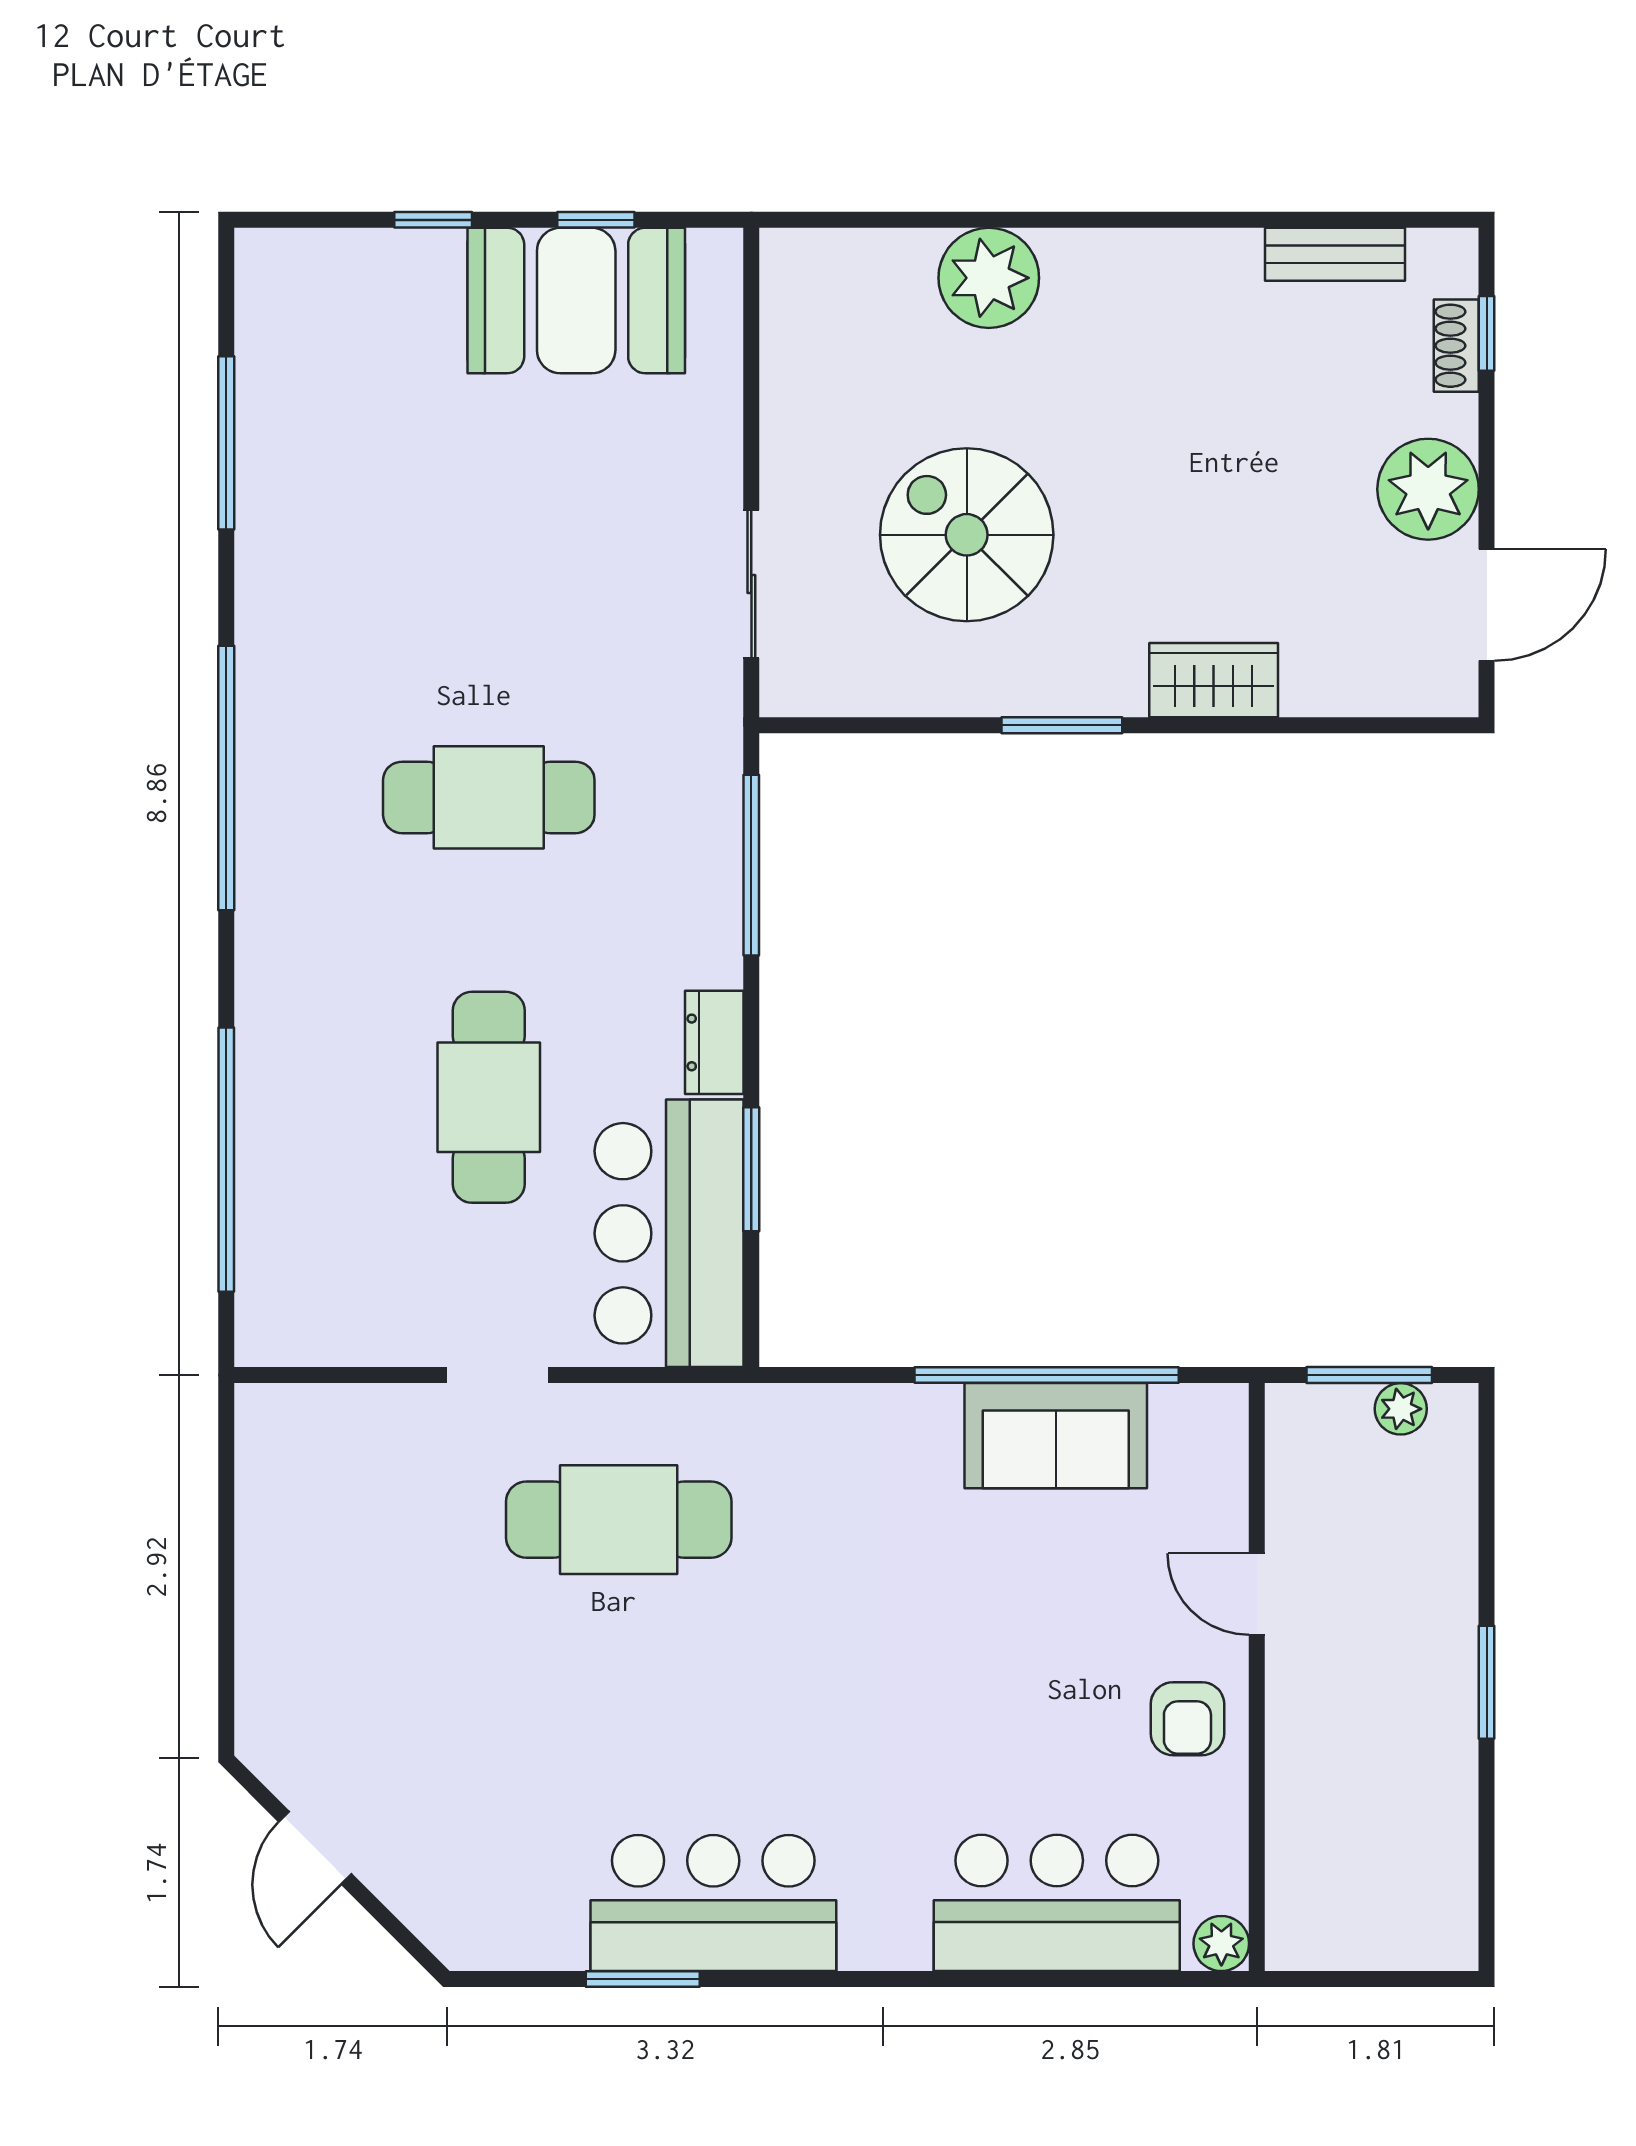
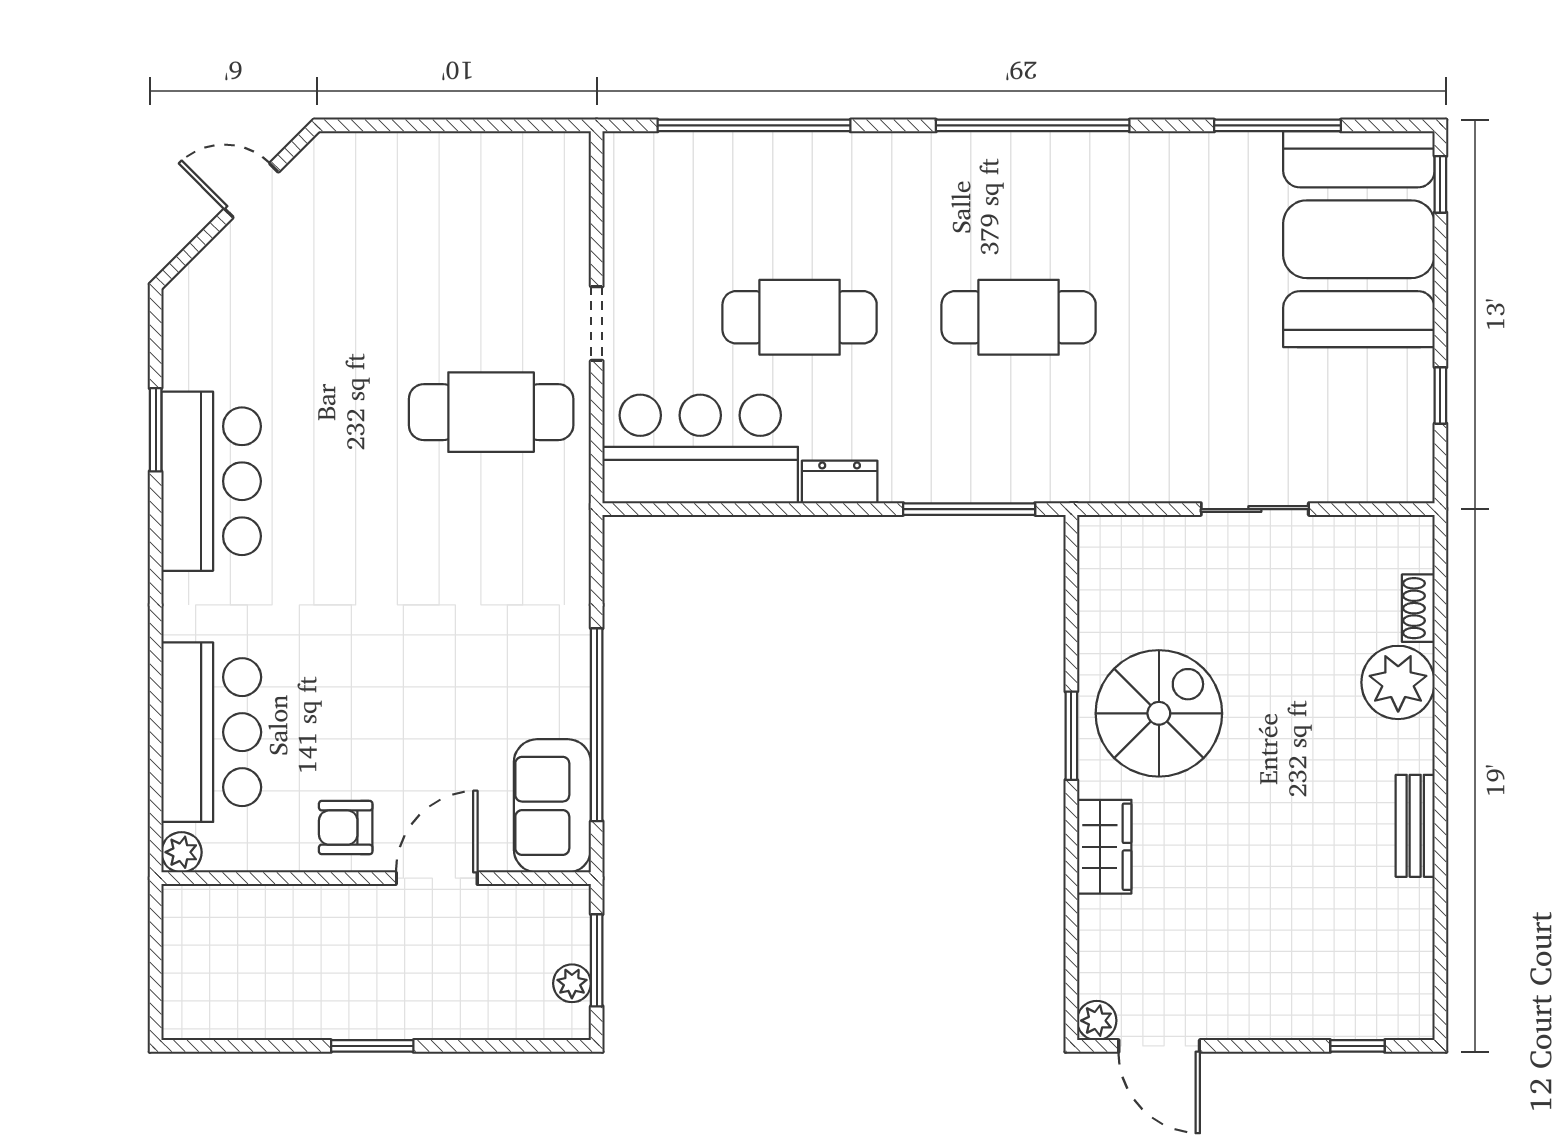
window: (433, 220) -> (1440, 184), moved
bench: (1335, 254) -> (1415, 826), moved
booth: (576, 301) -> (1359, 239), moved, width x1.36, depth x1.42
shoe rack: (1456, 346) -> (1418, 608), moved, turned -90
plant: (1428, 489) -> (1097, 1021), moved, width x0.53, depth x0.53
spiral stairs: (967, 535) -> (1159, 713), moved
sliding door: (751, 584) -> (1255, 509), moved
cafe table: (489, 797) -> (1019, 317), turned 90
window: (751, 1169) -> (747, 509), removed
sofa: (1056, 1436) -> (552, 806), moved
cafe table: (619, 1520) -> (491, 412), turned 90
door: (1257, 1594) -> (437, 878), width x1.38

